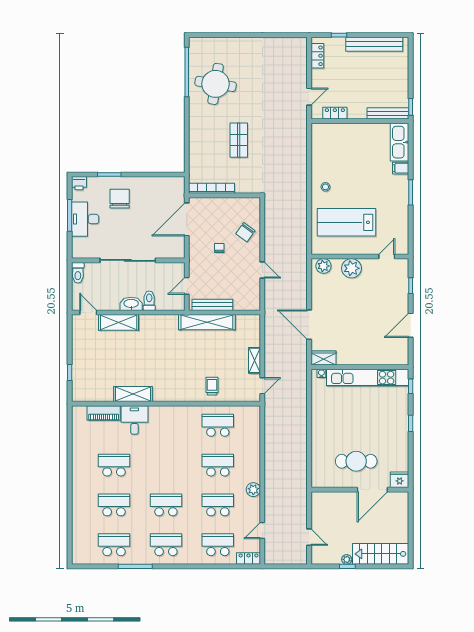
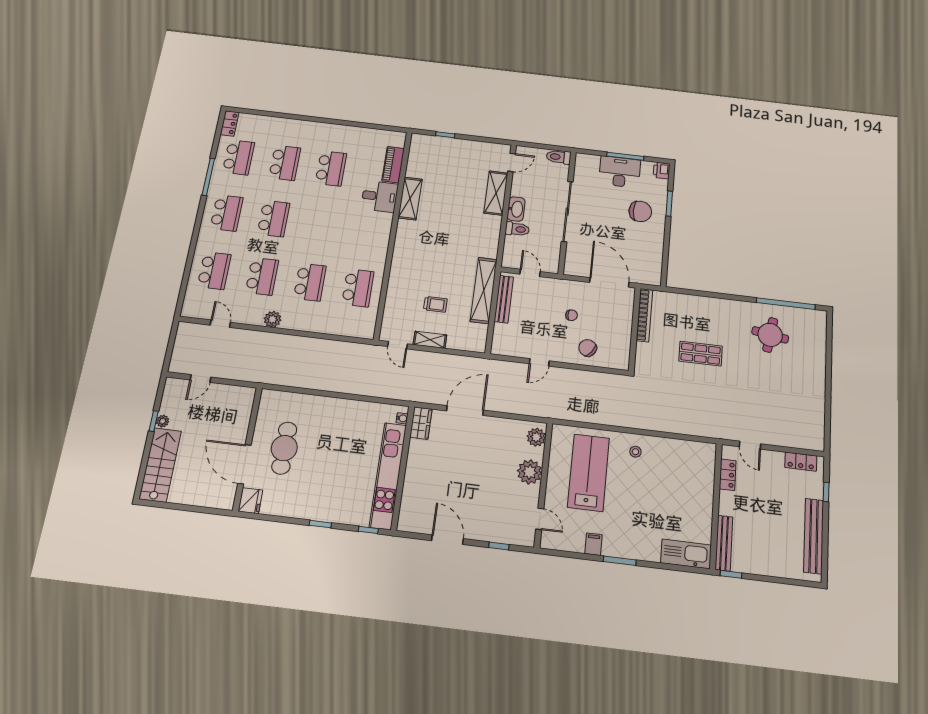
round table: (216, 84) -> (770, 335), width x0.73, depth x0.73
filing cabinet: (401, 168) -> (593, 544), moved
trolley: (212, 386) -> (435, 304), moved
locker: (249, 558) -> (230, 123), moved

